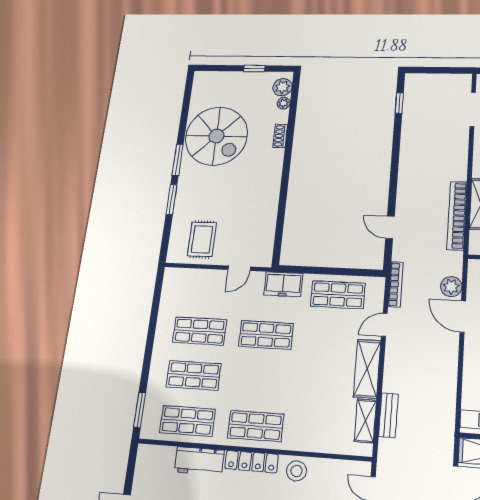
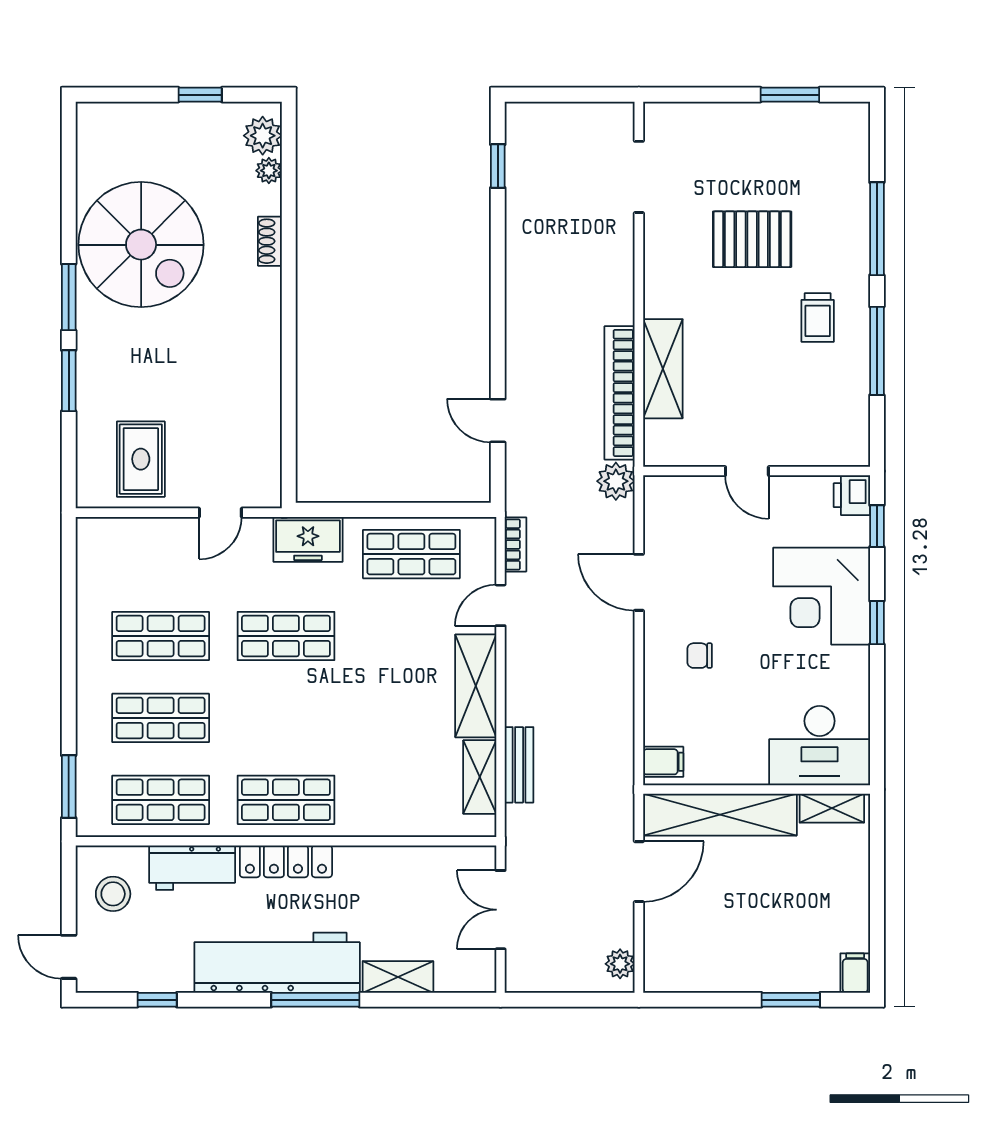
bookcase: (396, 284) -> (515, 544), width x0.64
plant: (451, 287) -> (616, 481), moved
stool: (296, 471) -> (113, 894), moved

